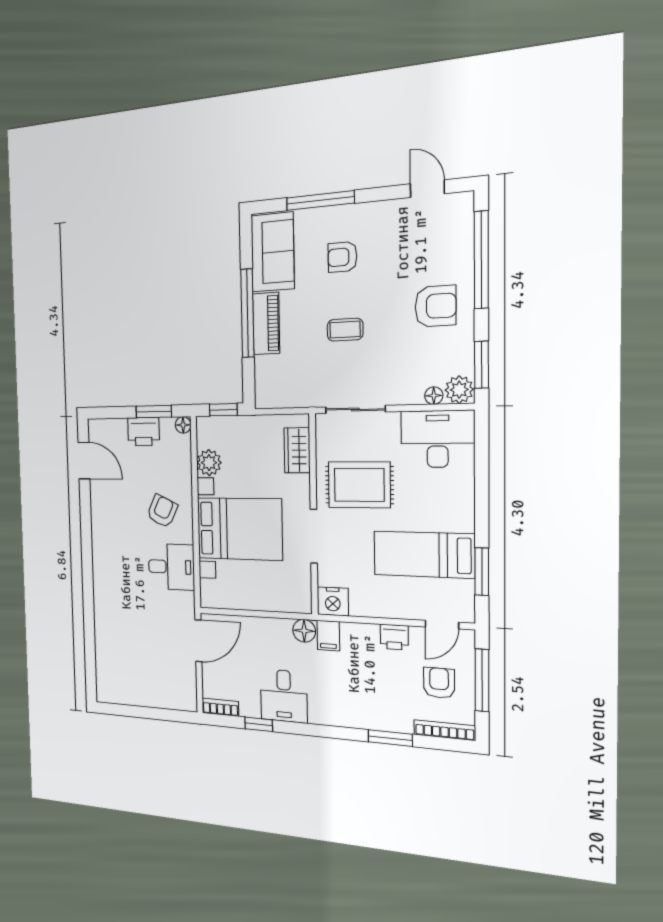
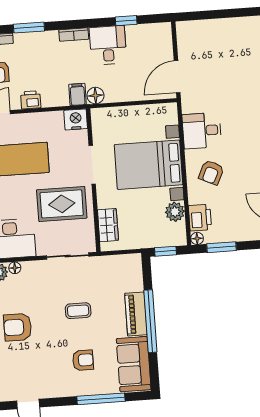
printer: (144, 432) -> (200, 218), moved, turned 90
bookcase: (220, 707) -> (74, 35), moved

